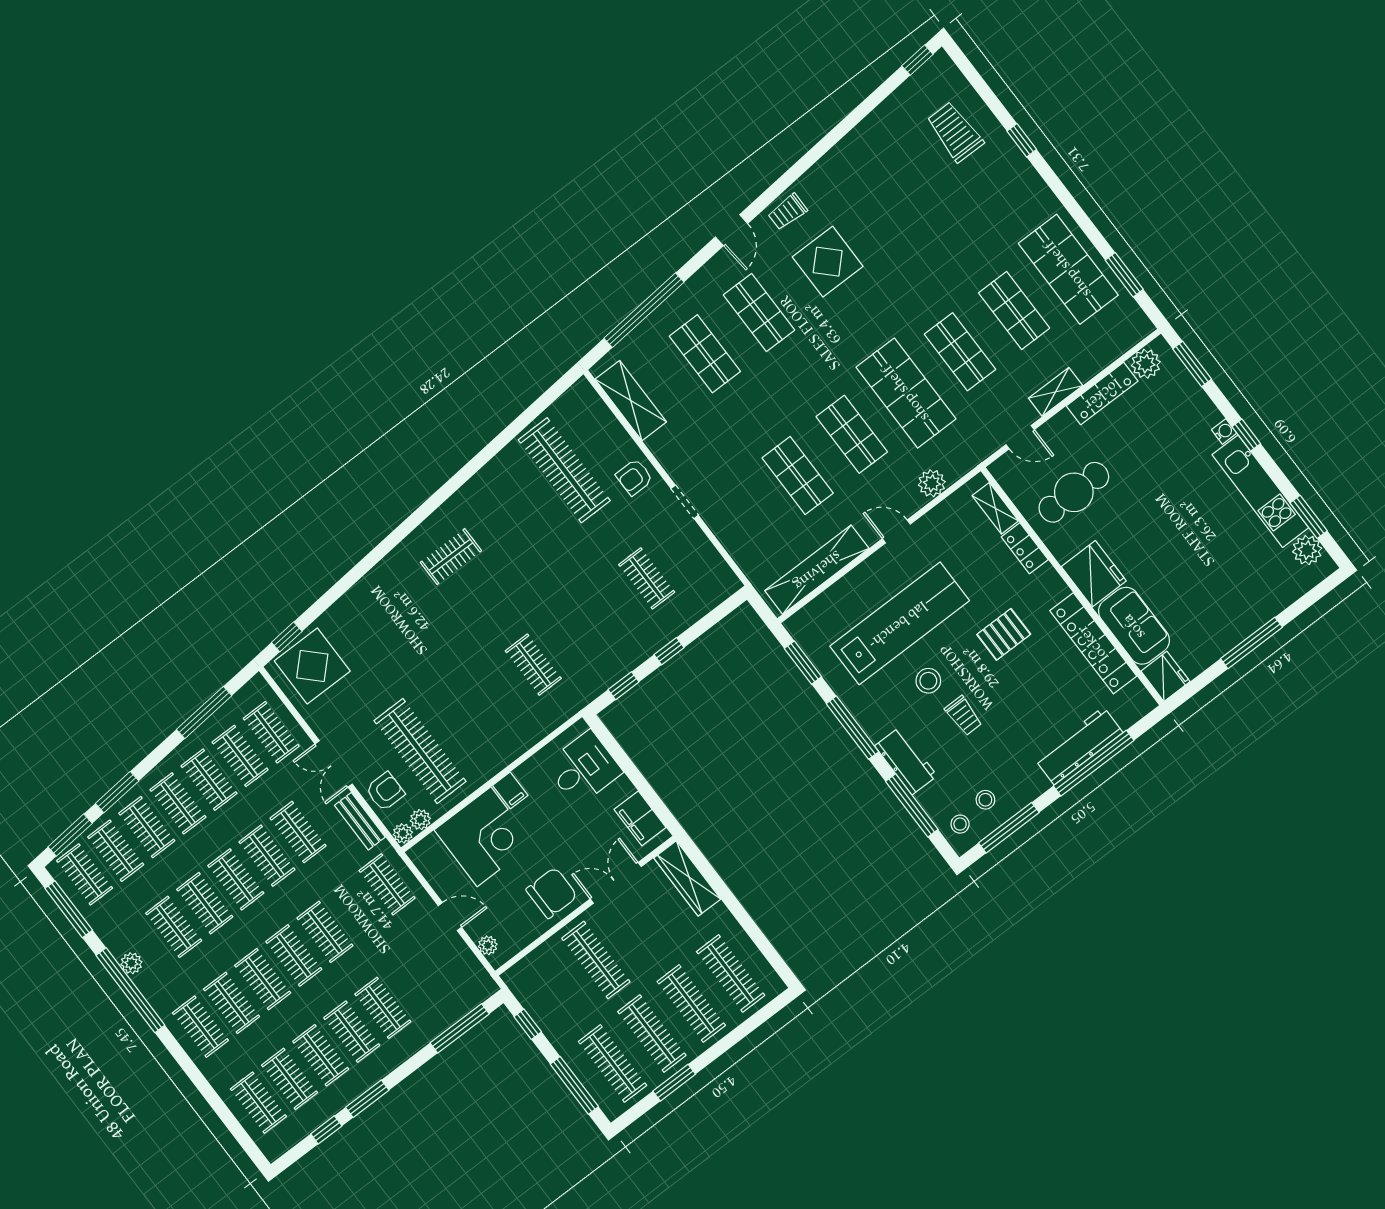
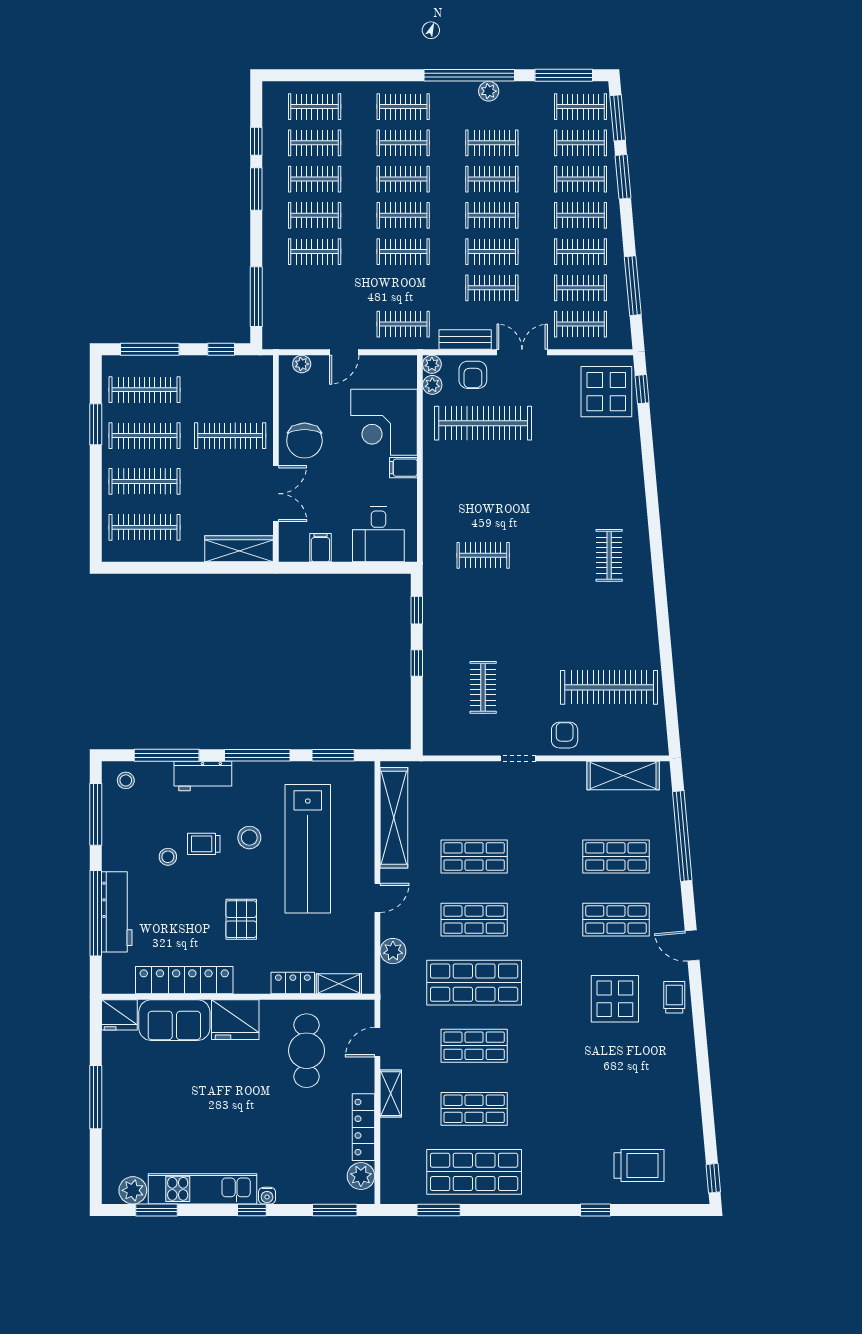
clothes rail: (647, 578) -> (483, 687), turned 90
stool: (985, 800) -> (168, 857), moved
filing cabinet: (640, 818) -> (320, 548), width x0.50

